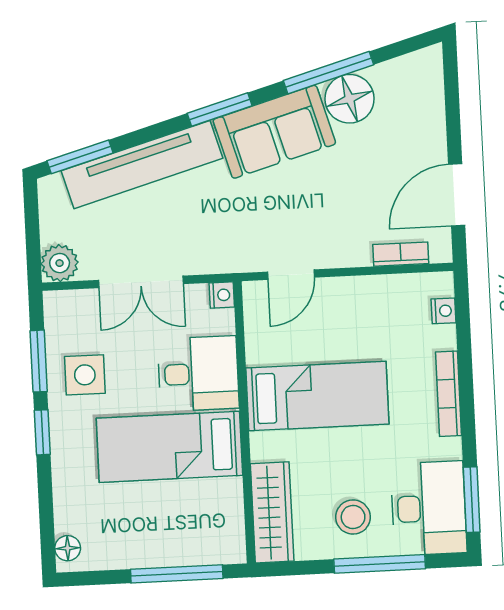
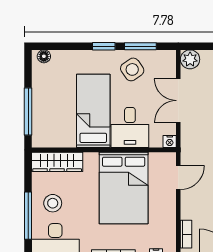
door: (291, 275) -> (178, 177), swing flipped
side table: (85, 375) -> (132, 69), turned -35
bed: (317, 396) -> (124, 188), width x1.50

